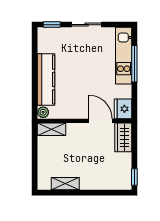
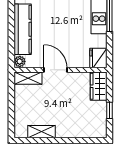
door: (100, 121) -> (55, 70), moved
window: (134, 177) -> (110, 110), moved

